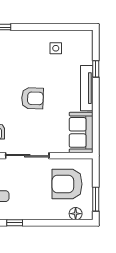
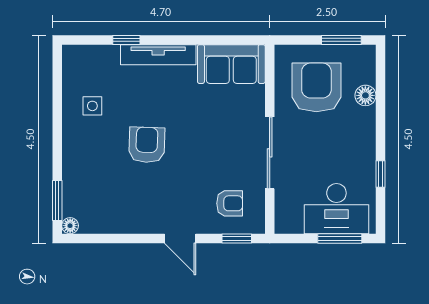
armchair: (32, 98) -> (147, 145), moved
armchair: (67, 184) -> (316, 87), turned 180
floor lamp: (76, 214) -> (365, 95), moved

